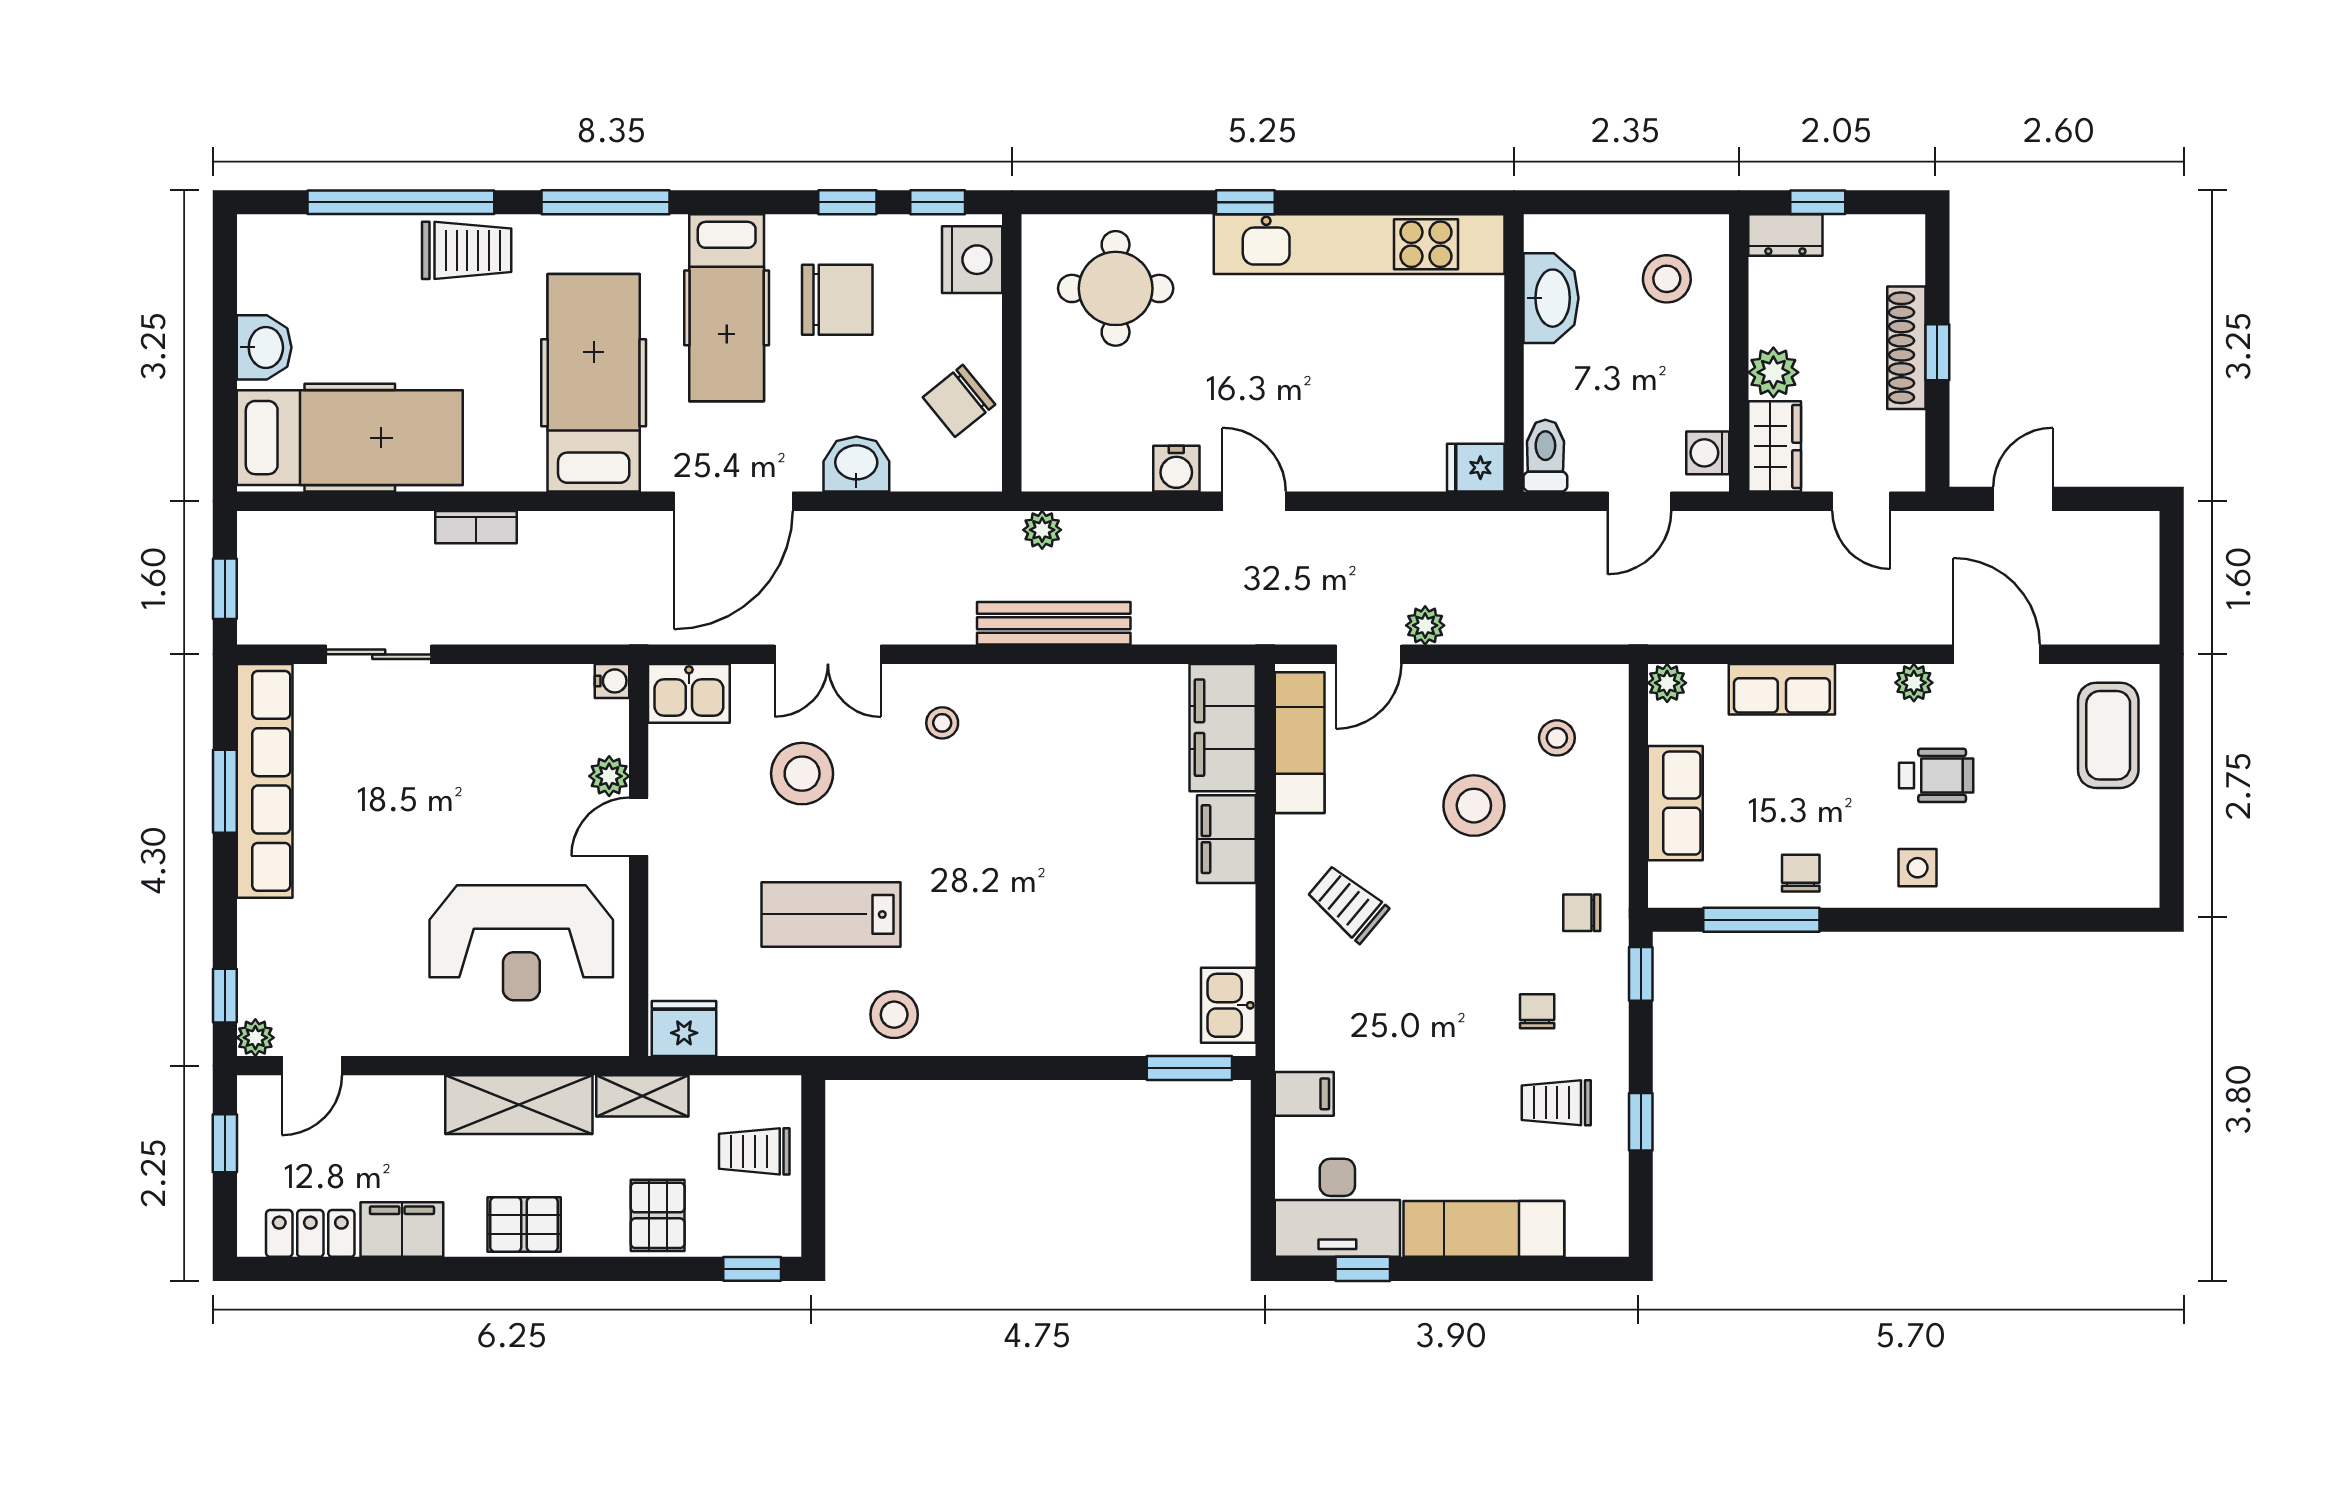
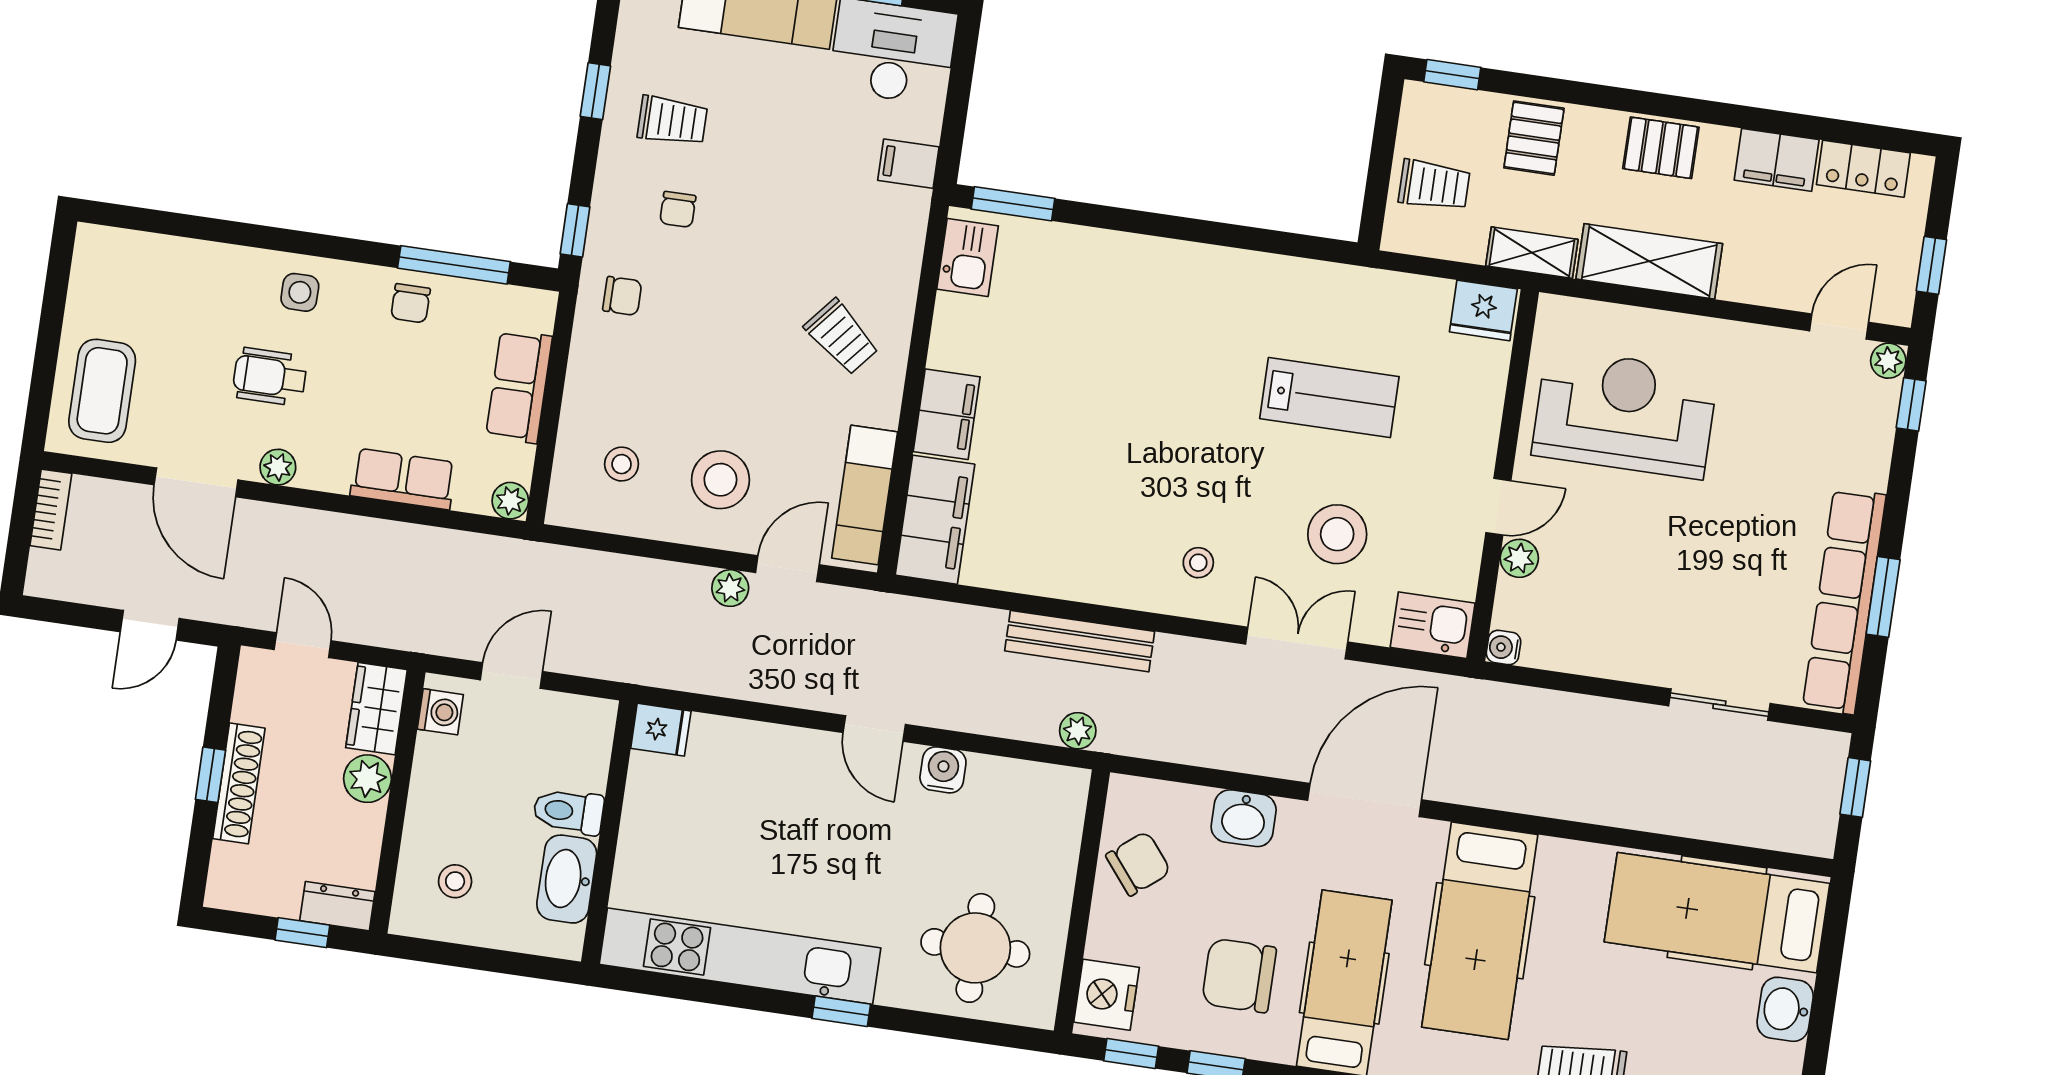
stool: (1667, 279) -> (455, 881), width x0.73, depth x0.73
toilet: (1545, 456) -> (568, 811), moved, turned 90
bookcase: (476, 527) -> (51, 510), moved, turned 90
stool: (1474, 806) -> (720, 480), moved
stool: (894, 1015) -> (1284, 295), removed

